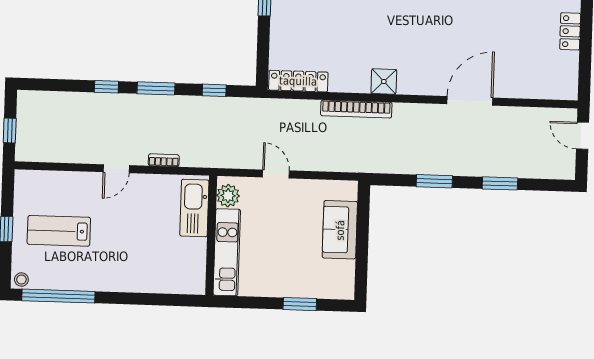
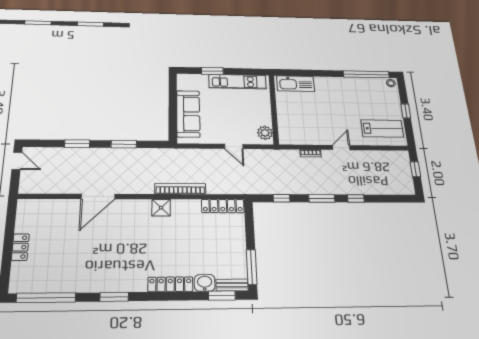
door: (583, 136) -> (17, 161), moved
kitchen sink: (194, 208) -> (295, 84), moved, turned 90
sofa: (340, 230) -> (188, 114), width x1.36
lab bench: (59, 231) -> (382, 128), moved
kitchen unit: (227, 252) -> (237, 82), moved, turned -90

